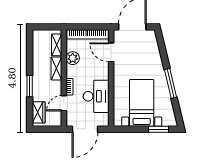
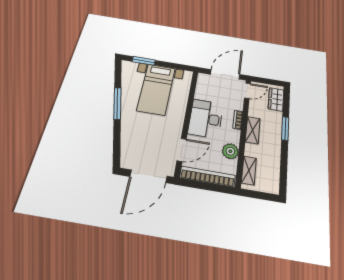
door: (111, 52) -> (182, 150), hinge flipped
shelving: (56, 68) -> (253, 130), moved
desk: (96, 96) -> (206, 119), moved
door: (64, 103) -> (247, 91), moved

